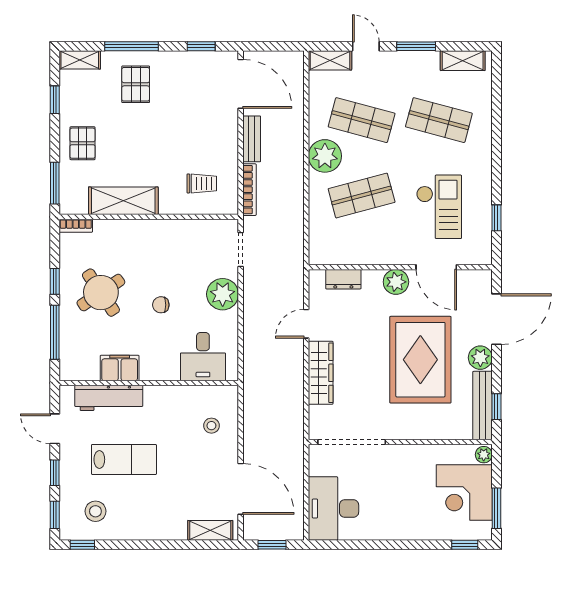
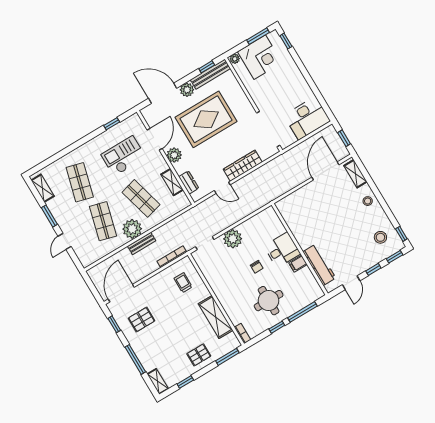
shelving: (330, 60) -> (172, 182), moved
pallet: (136, 84) -> (142, 320), moved
bench: (252, 139) -> (142, 244), moved
round table: (101, 293) -> (269, 301), turned 34
desk: (203, 357) -> (282, 250), moved
filing cabinet: (120, 368) -> (298, 264), width x0.50
stool: (211, 426) -> (368, 201), moved
lab bench: (124, 459) -> (346, 239), removed

